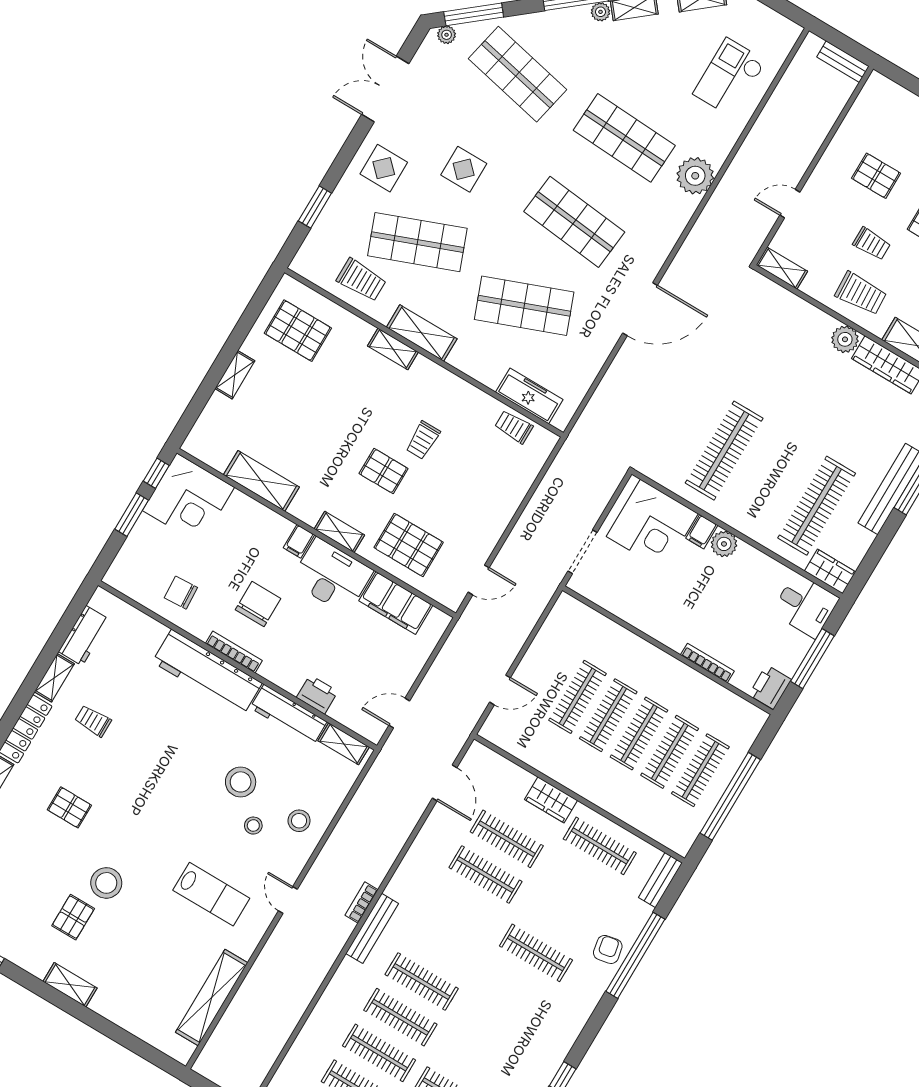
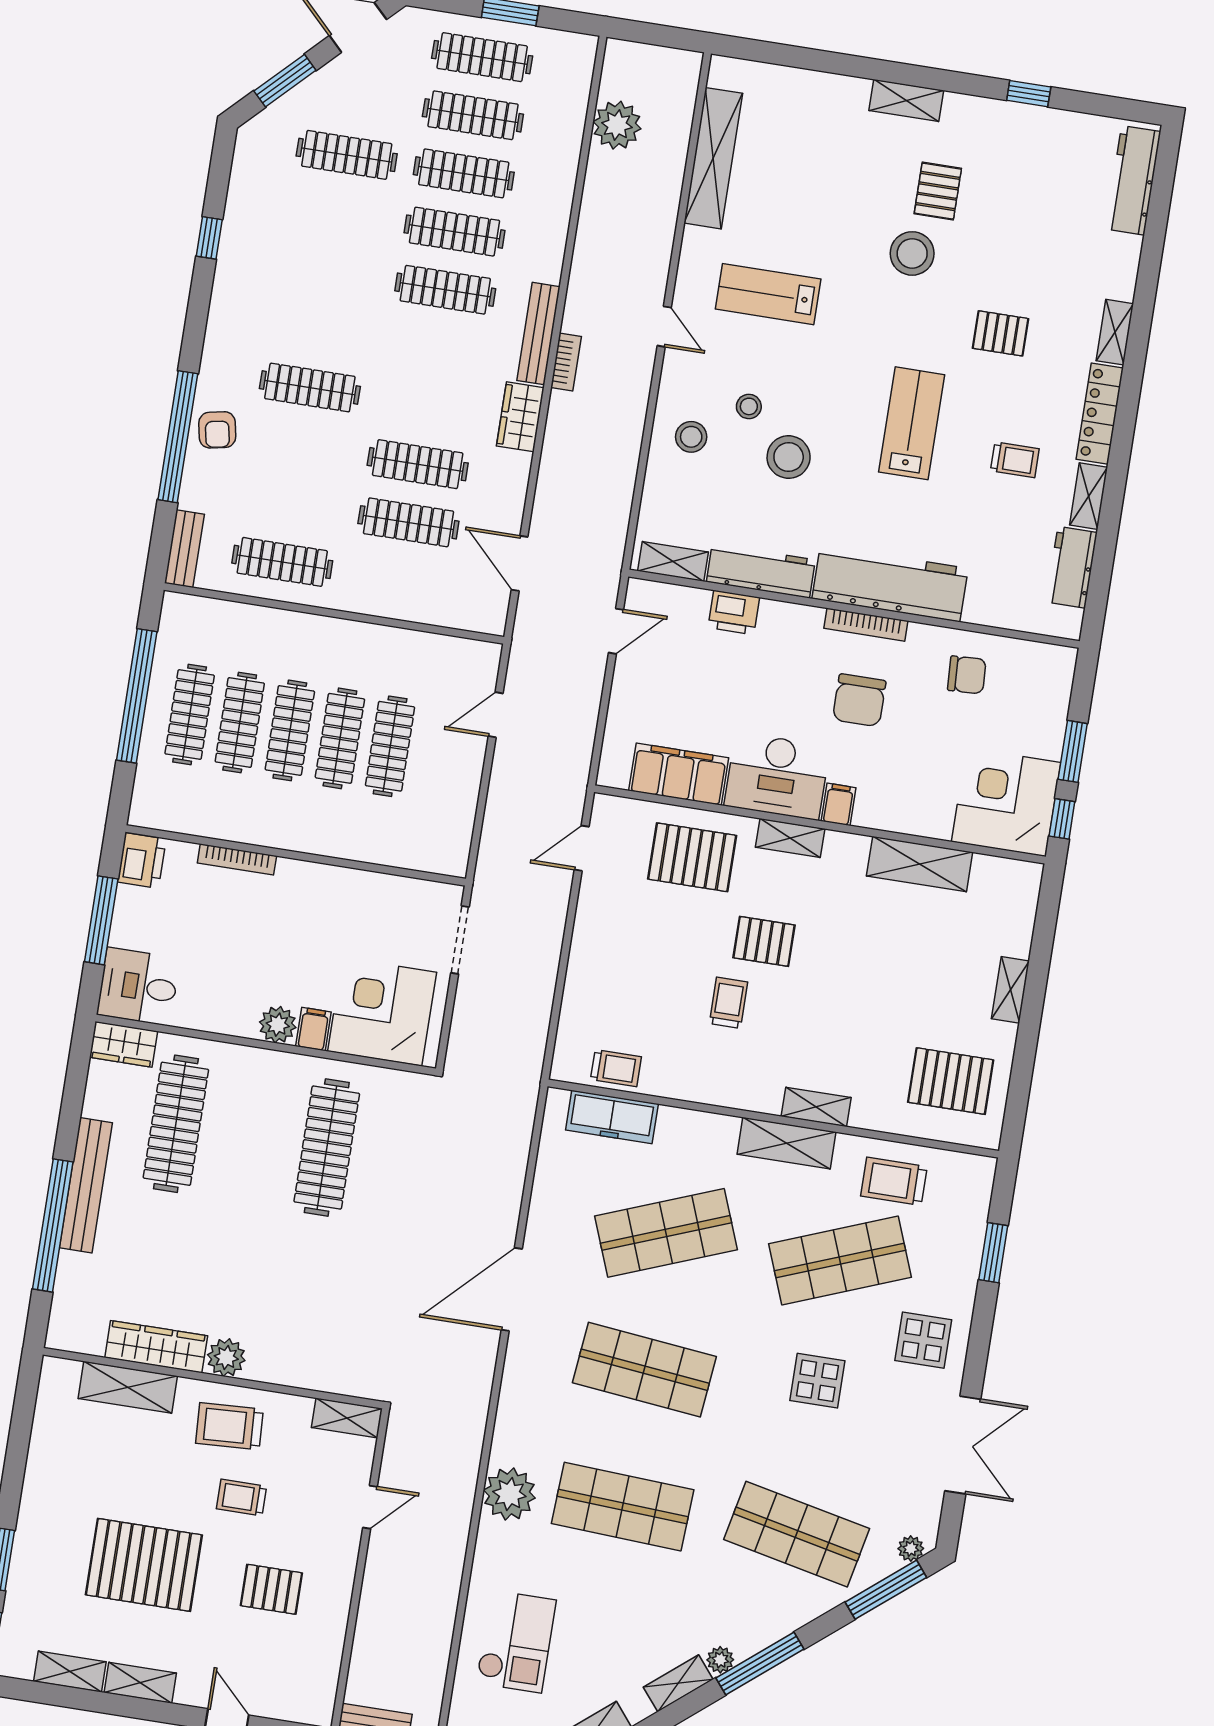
lab bench: (151, 772) -> (912, 423), added
wardrobe: (551, 800) -> (520, 417), moved, turned -90
plant: (266, 1044) -> (617, 125), added

